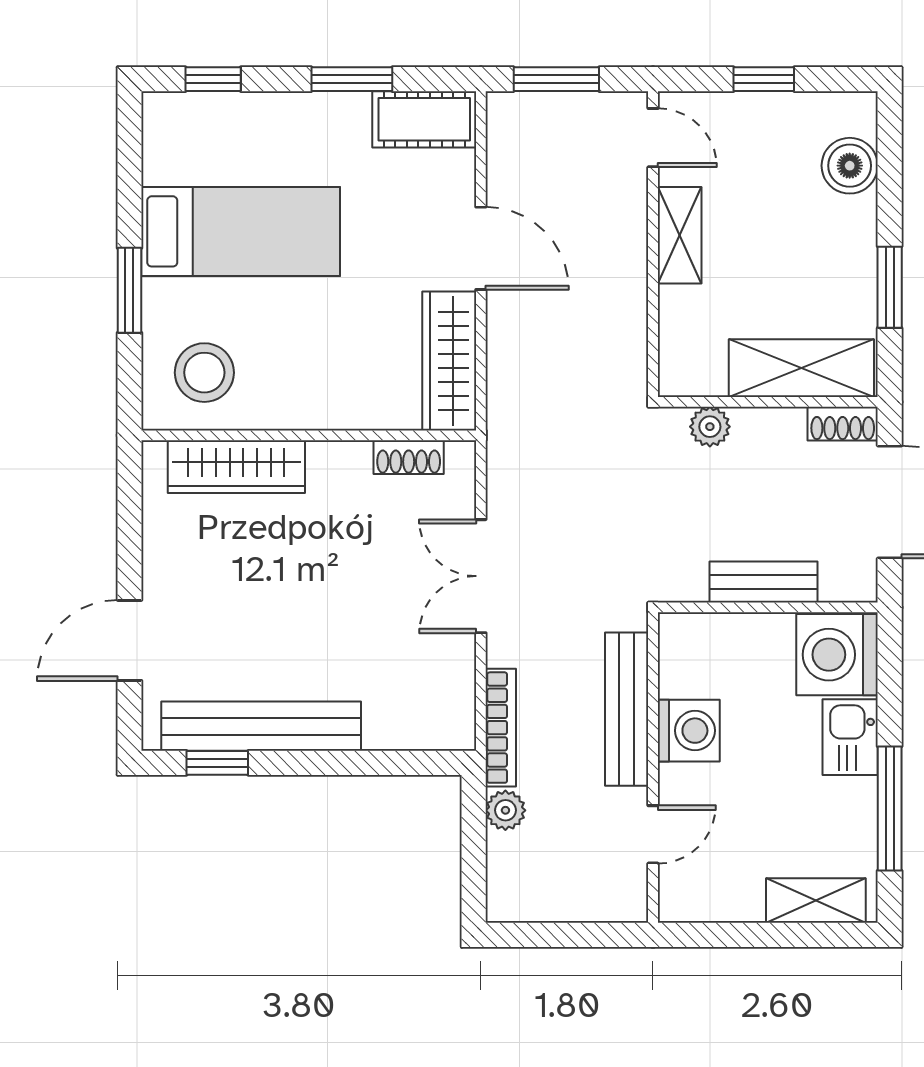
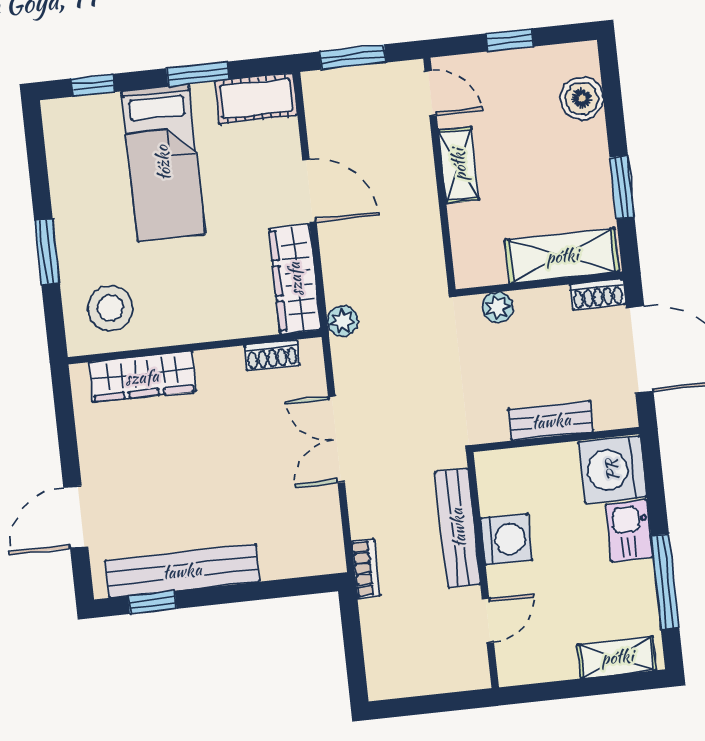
bed: (241, 231) -> (163, 163), moved, turned 90
bookcase: (501, 728) -> (366, 569), width x0.64
plant: (505, 810) -> (342, 321), moved

